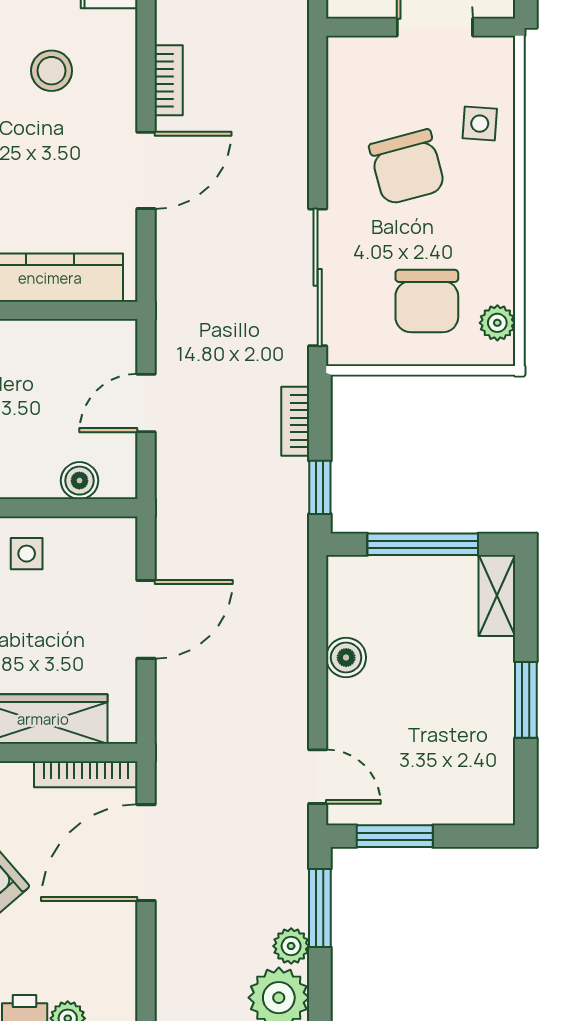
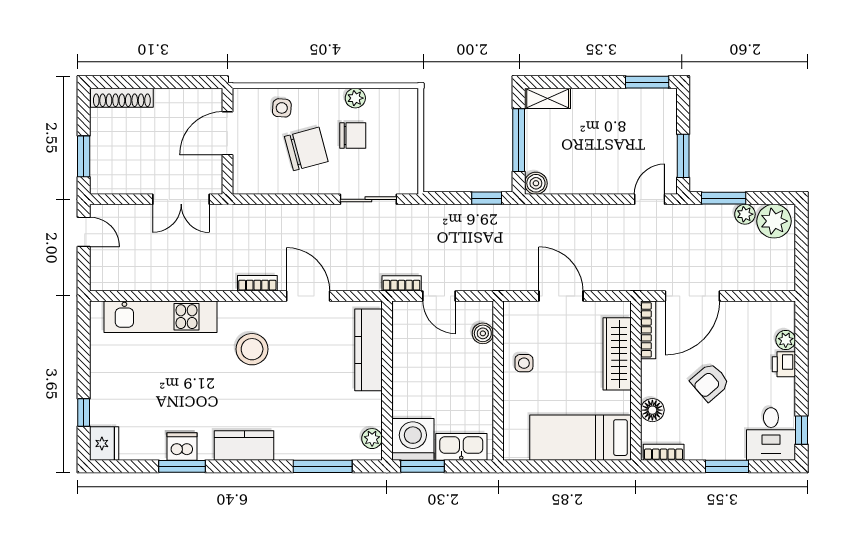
stool: (52, 71) -> (252, 349), width x1.38, depth x1.38
sliding door: (318, 277) -> (368, 199), width x0.73
chair: (427, 301) -> (353, 135), moved, width x0.73, depth x0.73
plant: (497, 323) -> (355, 98), moved
bookcase: (295, 421) -> (402, 283), moved, turned 180
boiler: (346, 658) -> (536, 183), moved
window: (526, 700) -> (647, 82), moved
door: (146, 853) -> (692, 296), hinge flipped

